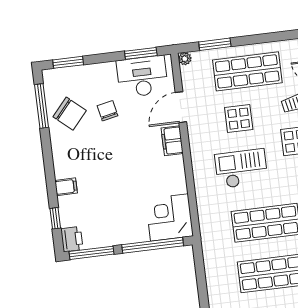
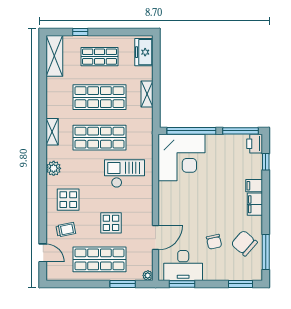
filing cabinet: (172, 141) -> (255, 204), moved, turned 180
checkout: (241, 169) -> (125, 174), moved, turned 180
corner desk: (169, 217) -> (182, 158), width x1.36, depth x1.36
shelving: (213, 285) -> (147, 94), added

